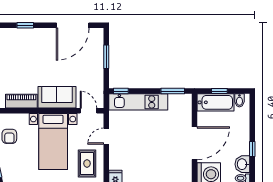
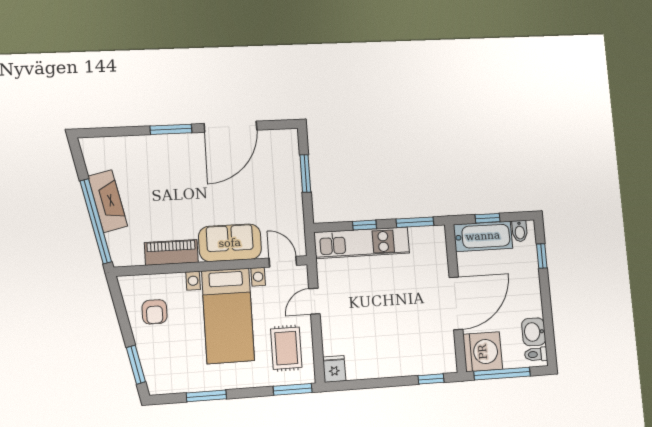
window: (25, 25) -> (171, 129), width x1.50
door: (73, 25) -> (230, 127), moved
window: (121, 91) -> (365, 225), moved
window: (252, 149) -> (542, 256), moved

